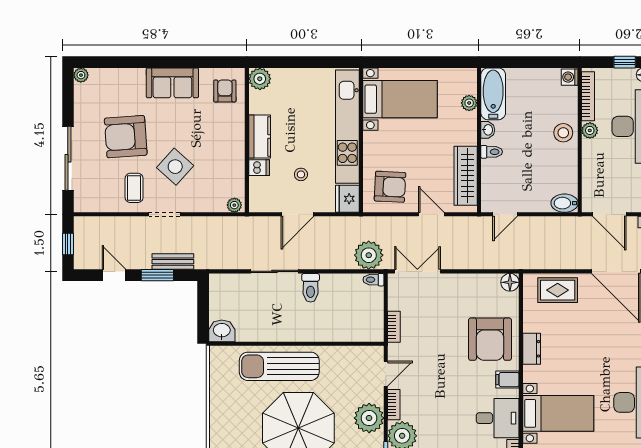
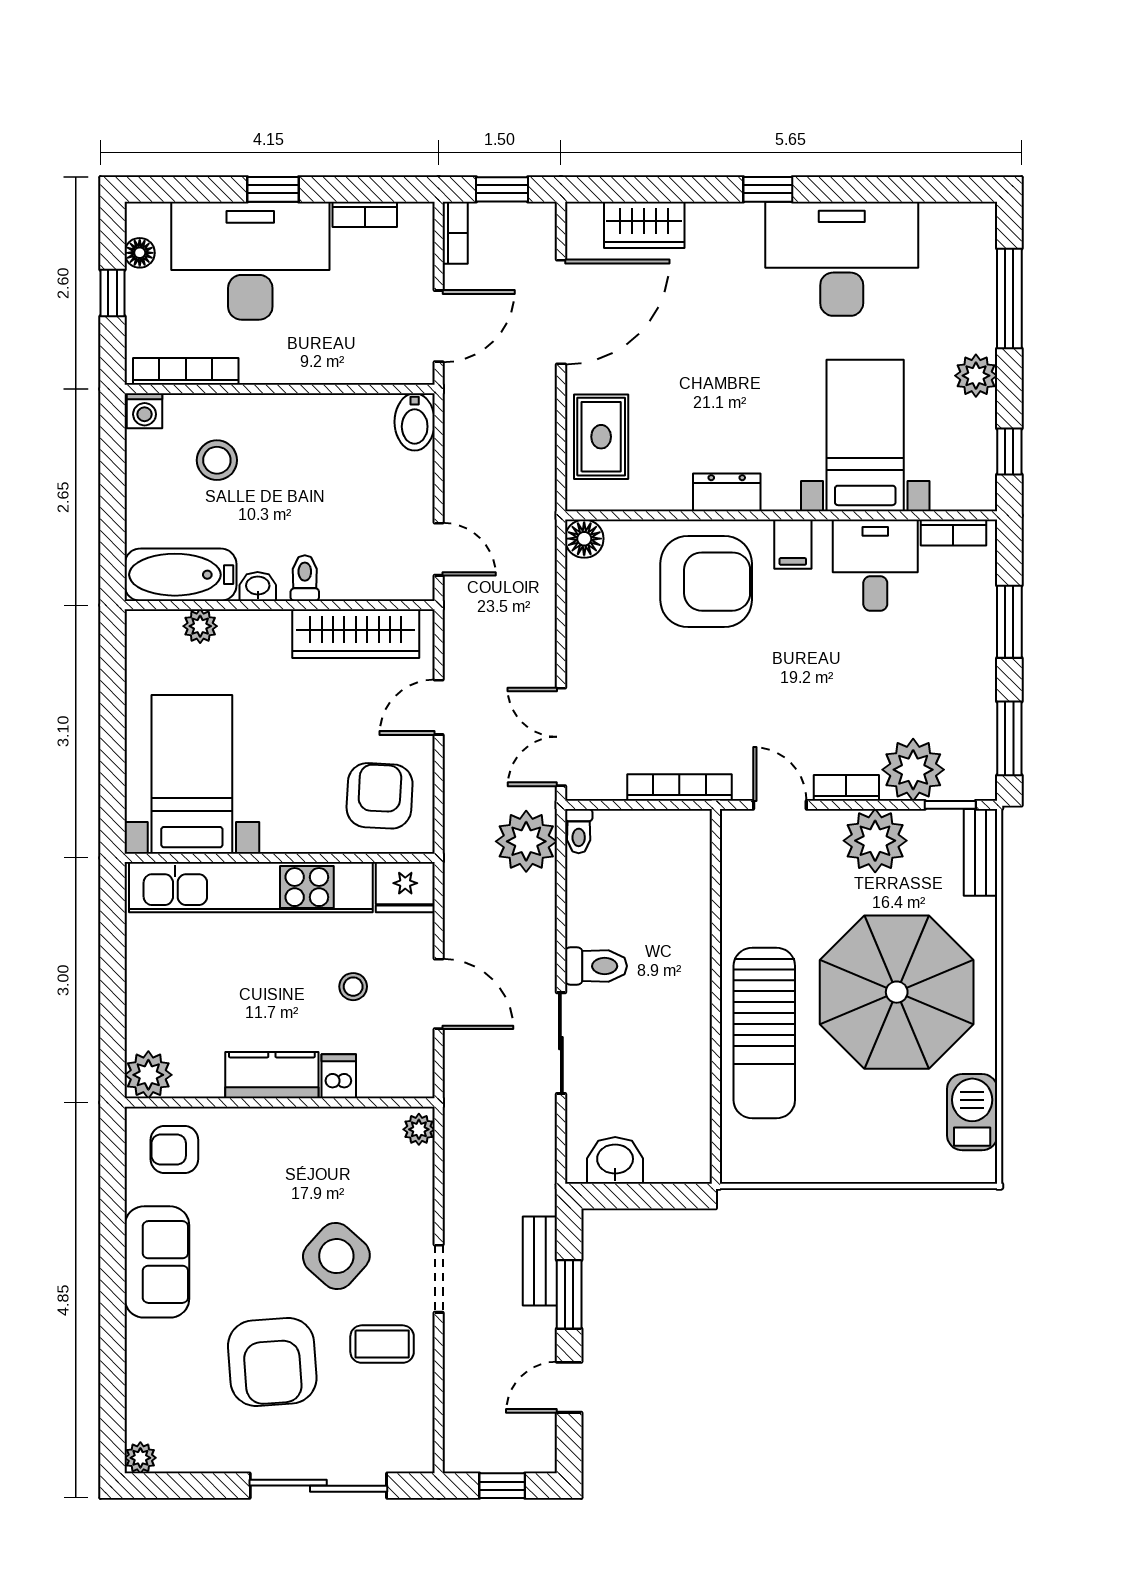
plant: (590, 130) -> (259, 368), removed
stool: (563, 133) -> (217, 460), moved
bookcase: (394, 327) -> (679, 787), width x1.56
washbasin: (222, 331) -> (615, 1160), moved, turned 90

